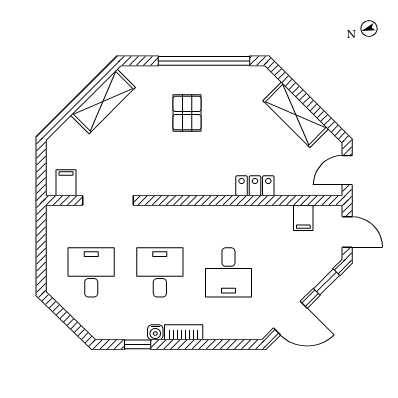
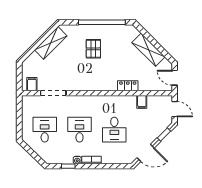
door: (347, 170) -> (175, 78), hinge flipped
filing cabinet: (303, 218) -> (142, 102), moved

